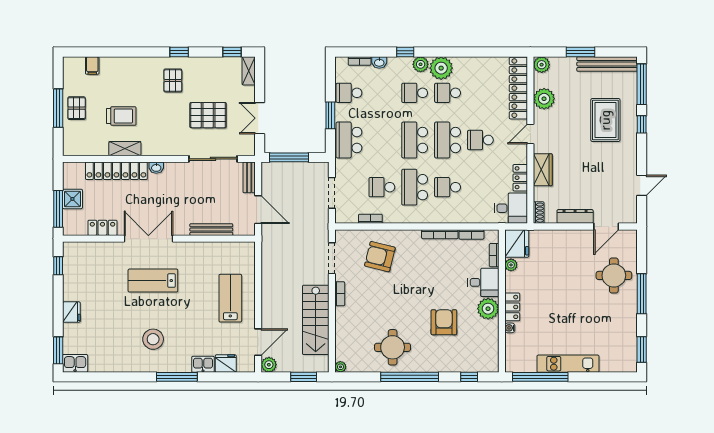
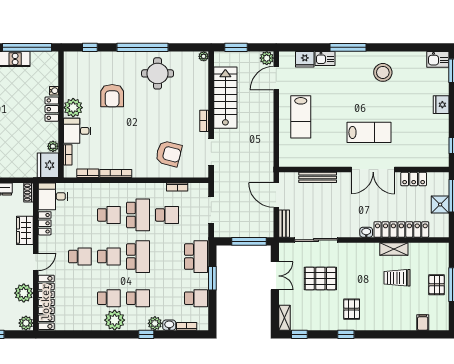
plant: (421, 64) -> (155, 323), moved
school desk: (448, 140) -> (109, 257), width x0.54
stool: (153, 339) -> (383, 72), moved

